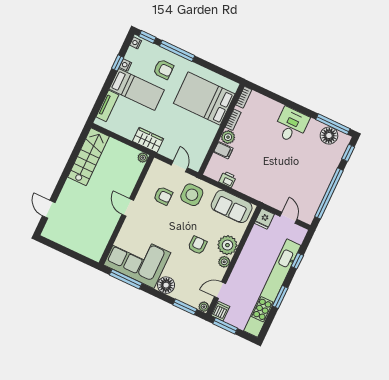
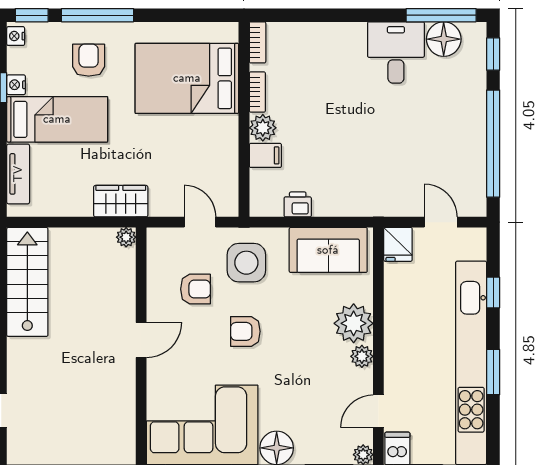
armchair: (163, 69) -> (89, 60), turned -90
desk: (291, 125) -> (396, 52), moved
door: (128, 207) -> (141, 340), swing flipped
armchair: (197, 245) -> (245, 331), moved, turned -90

